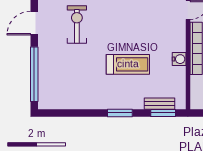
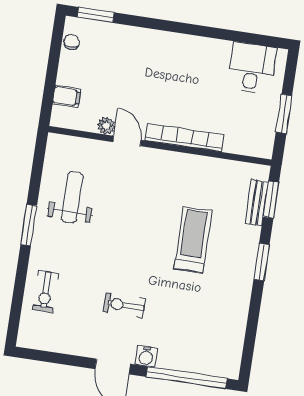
exercise bike: (77, 25) -> (124, 305), width x0.73, depth x0.72
water cooler: (179, 59) -> (146, 356), moved, turned 180

